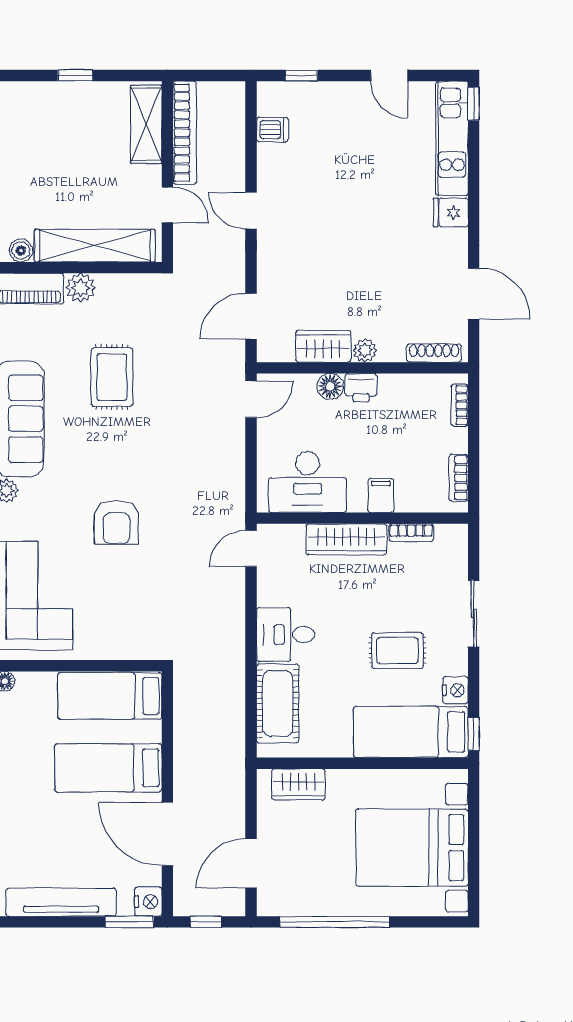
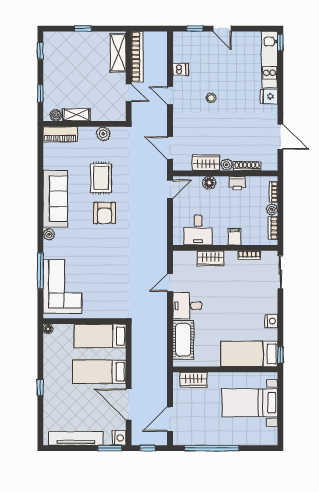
door: (389, 75) -> (222, 29), moved
dishwasher: (272, 130) -> (181, 69), moved
stool: (334, 215) -> (211, 98), added
shelving: (95, 246) -> (76, 115), width x0.45, depth x0.75
plant: (81, 288) -> (103, 134), moved
door: (251, 316) -> (170, 148), hinge flipped
shoe rack: (434, 353) -> (247, 166), moved
printer: (361, 388) -> (237, 183), moved
plant: (456, 440) -> (272, 209), added
desk: (308, 482) -> (198, 230), width x0.73
armchair: (116, 522) -> (104, 213), moved
wardrobe: (346, 539) -> (211, 258), width x0.67
door: (251, 548) -> (170, 283), moved
sliding door: (474, 613) -> (280, 272), moved
rug: (397, 651) -> (243, 314), removed
nightstand: (455, 690) -> (271, 321), moved
bed with nightstands: (412, 848) -> (250, 403), width x0.73

